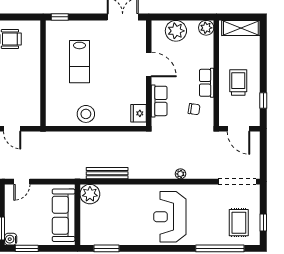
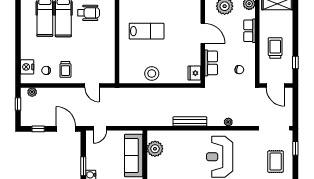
lab bench: (79, 62) -> (147, 31), turned -90
row of seats: (207, 83) -> (249, 31), moved
bench: (107, 173) -> (190, 121), moved
plant: (90, 194) -> (155, 149), moved
window: (263, 222) -> (295, 148), moved

